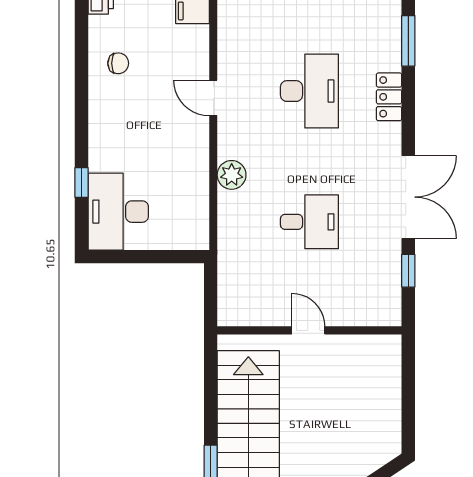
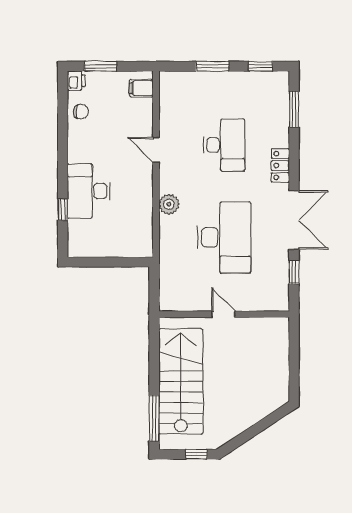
chair: (118, 63) -> (81, 112), moved
locker: (389, 97) -> (280, 165), moved
desk: (118, 212) -> (89, 191), moved
desk: (309, 222) -> (224, 237), width x1.87, depth x1.30

